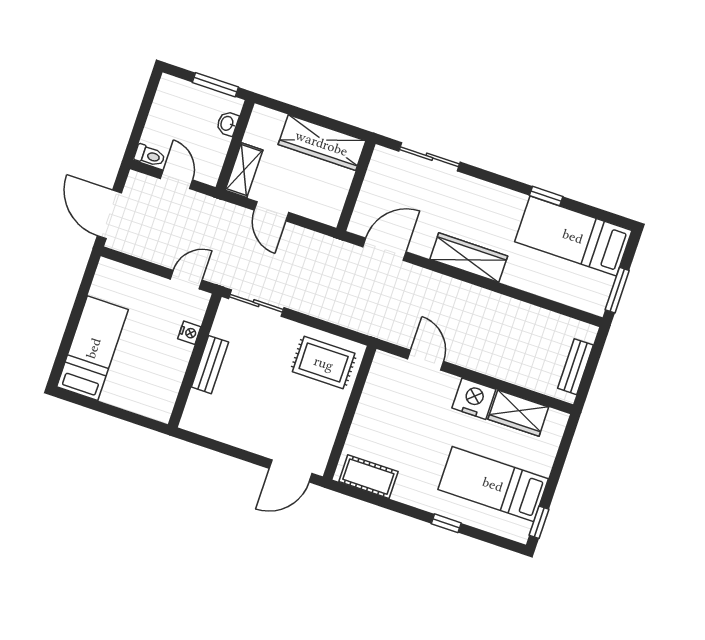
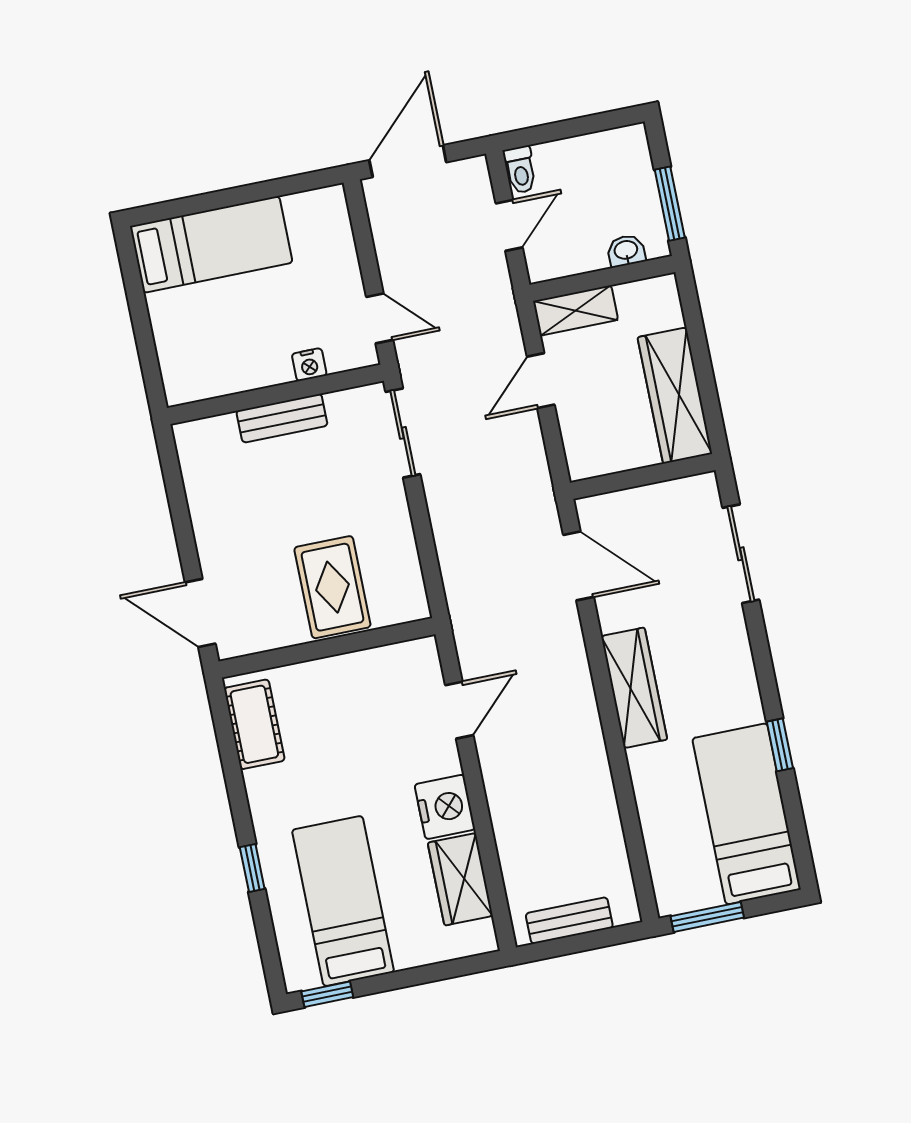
rug: (324, 363) -> (332, 587), moved

